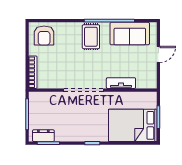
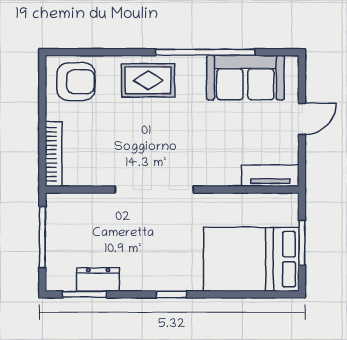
armchair: (44, 36) -> (76, 82), turned -90
rug: (91, 37) -> (148, 80), moved, turned 90
tv unit: (121, 83) -> (270, 176), moved
dresser: (43, 136) -> (98, 279), moved

